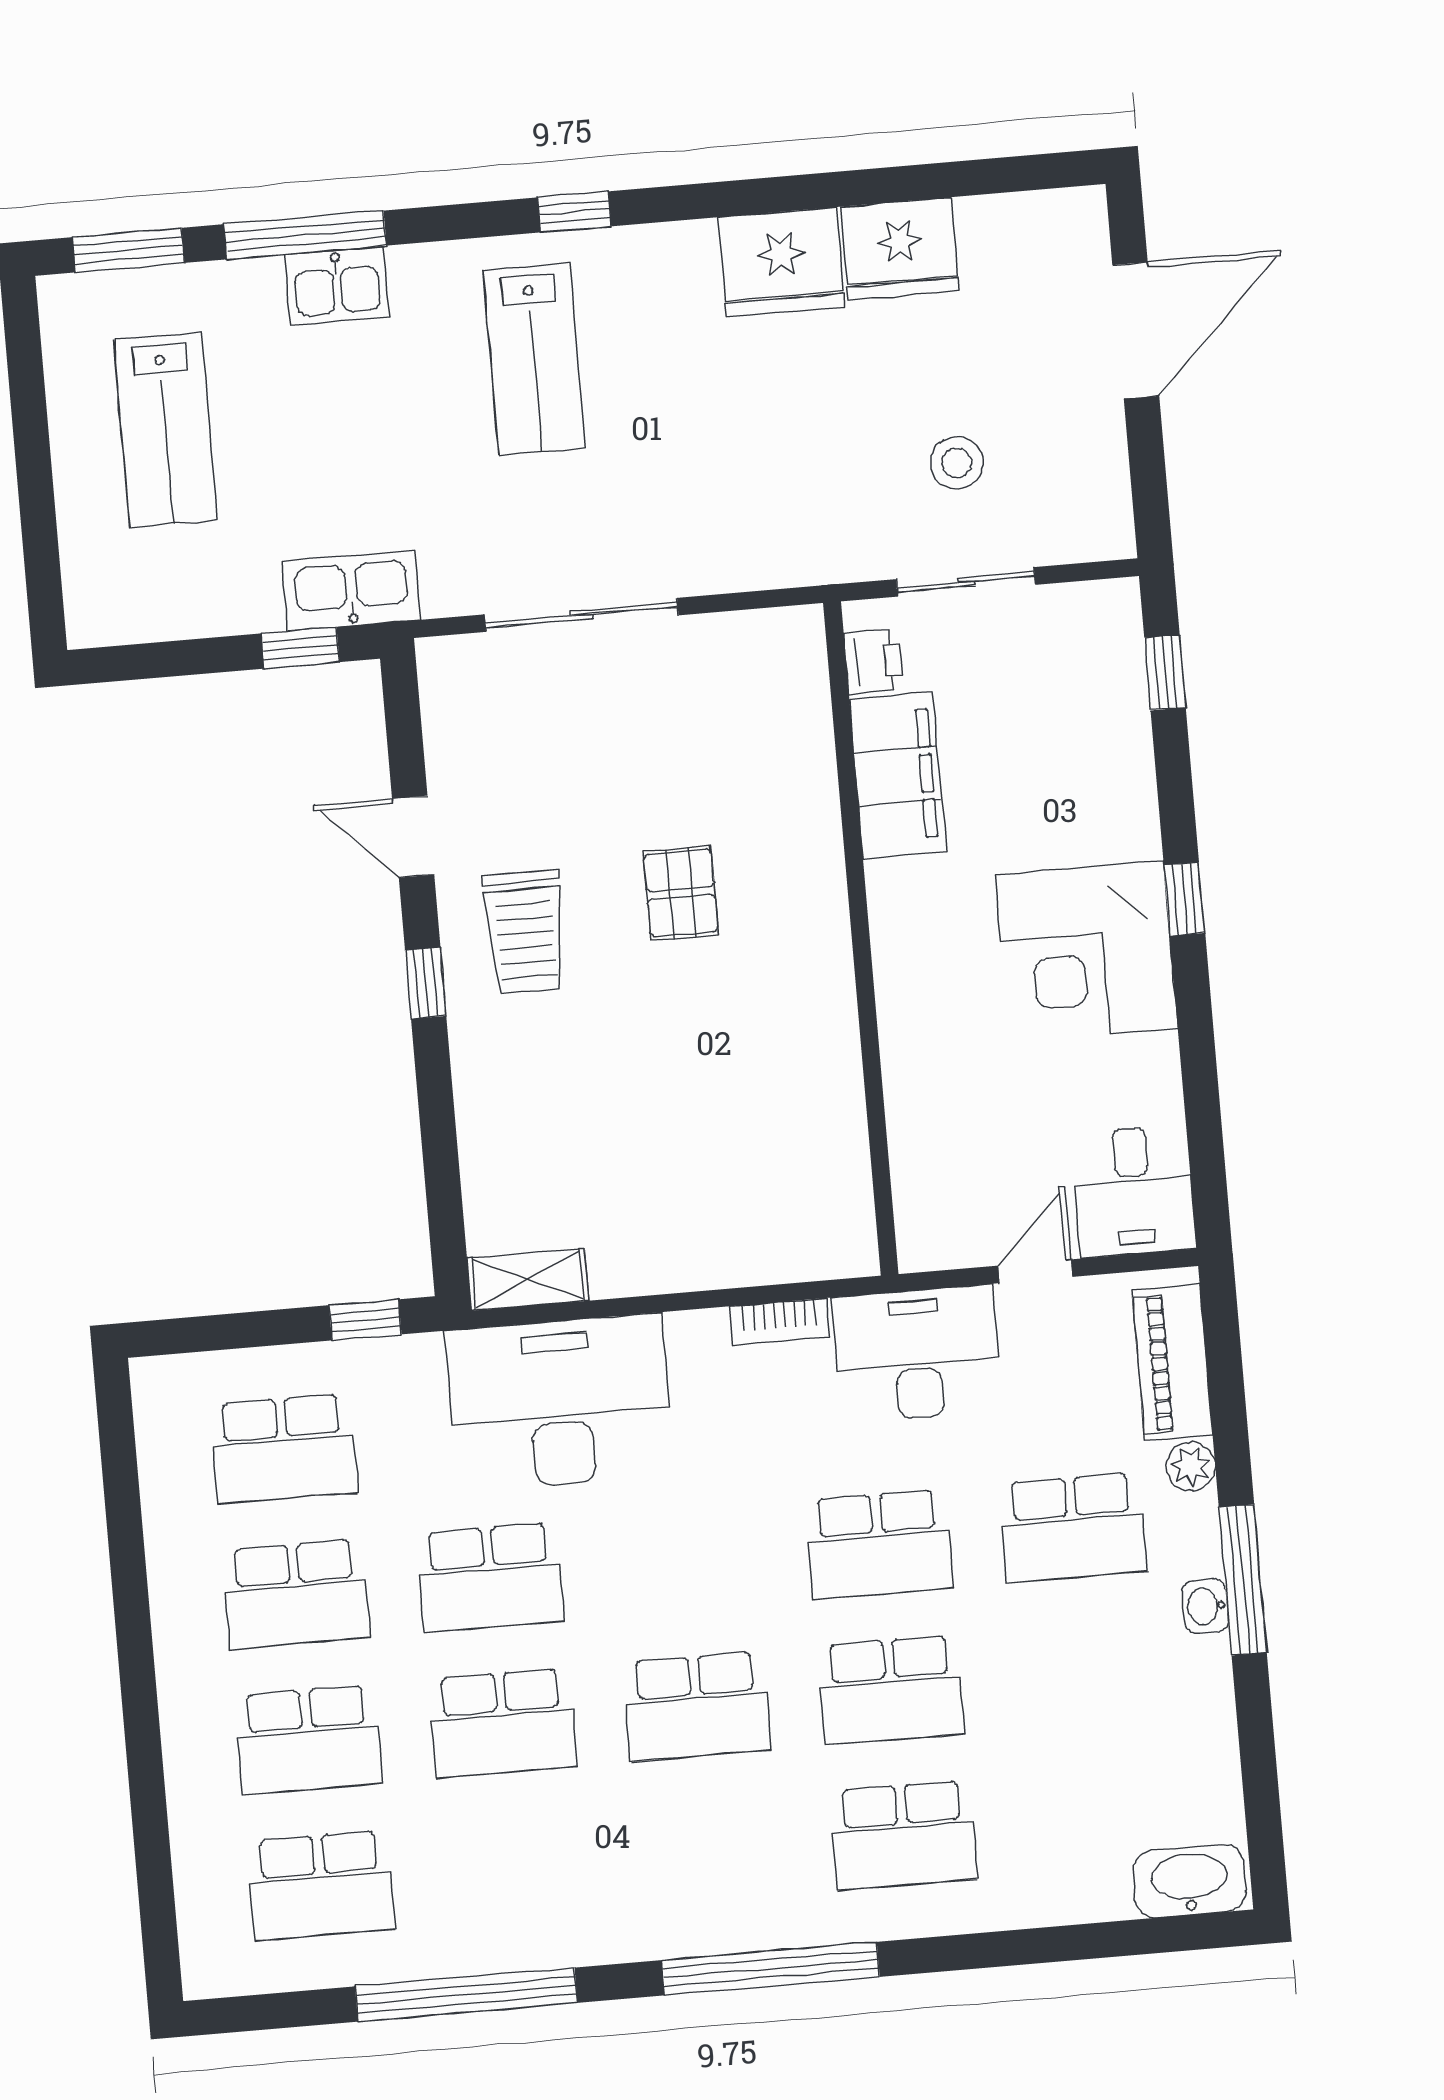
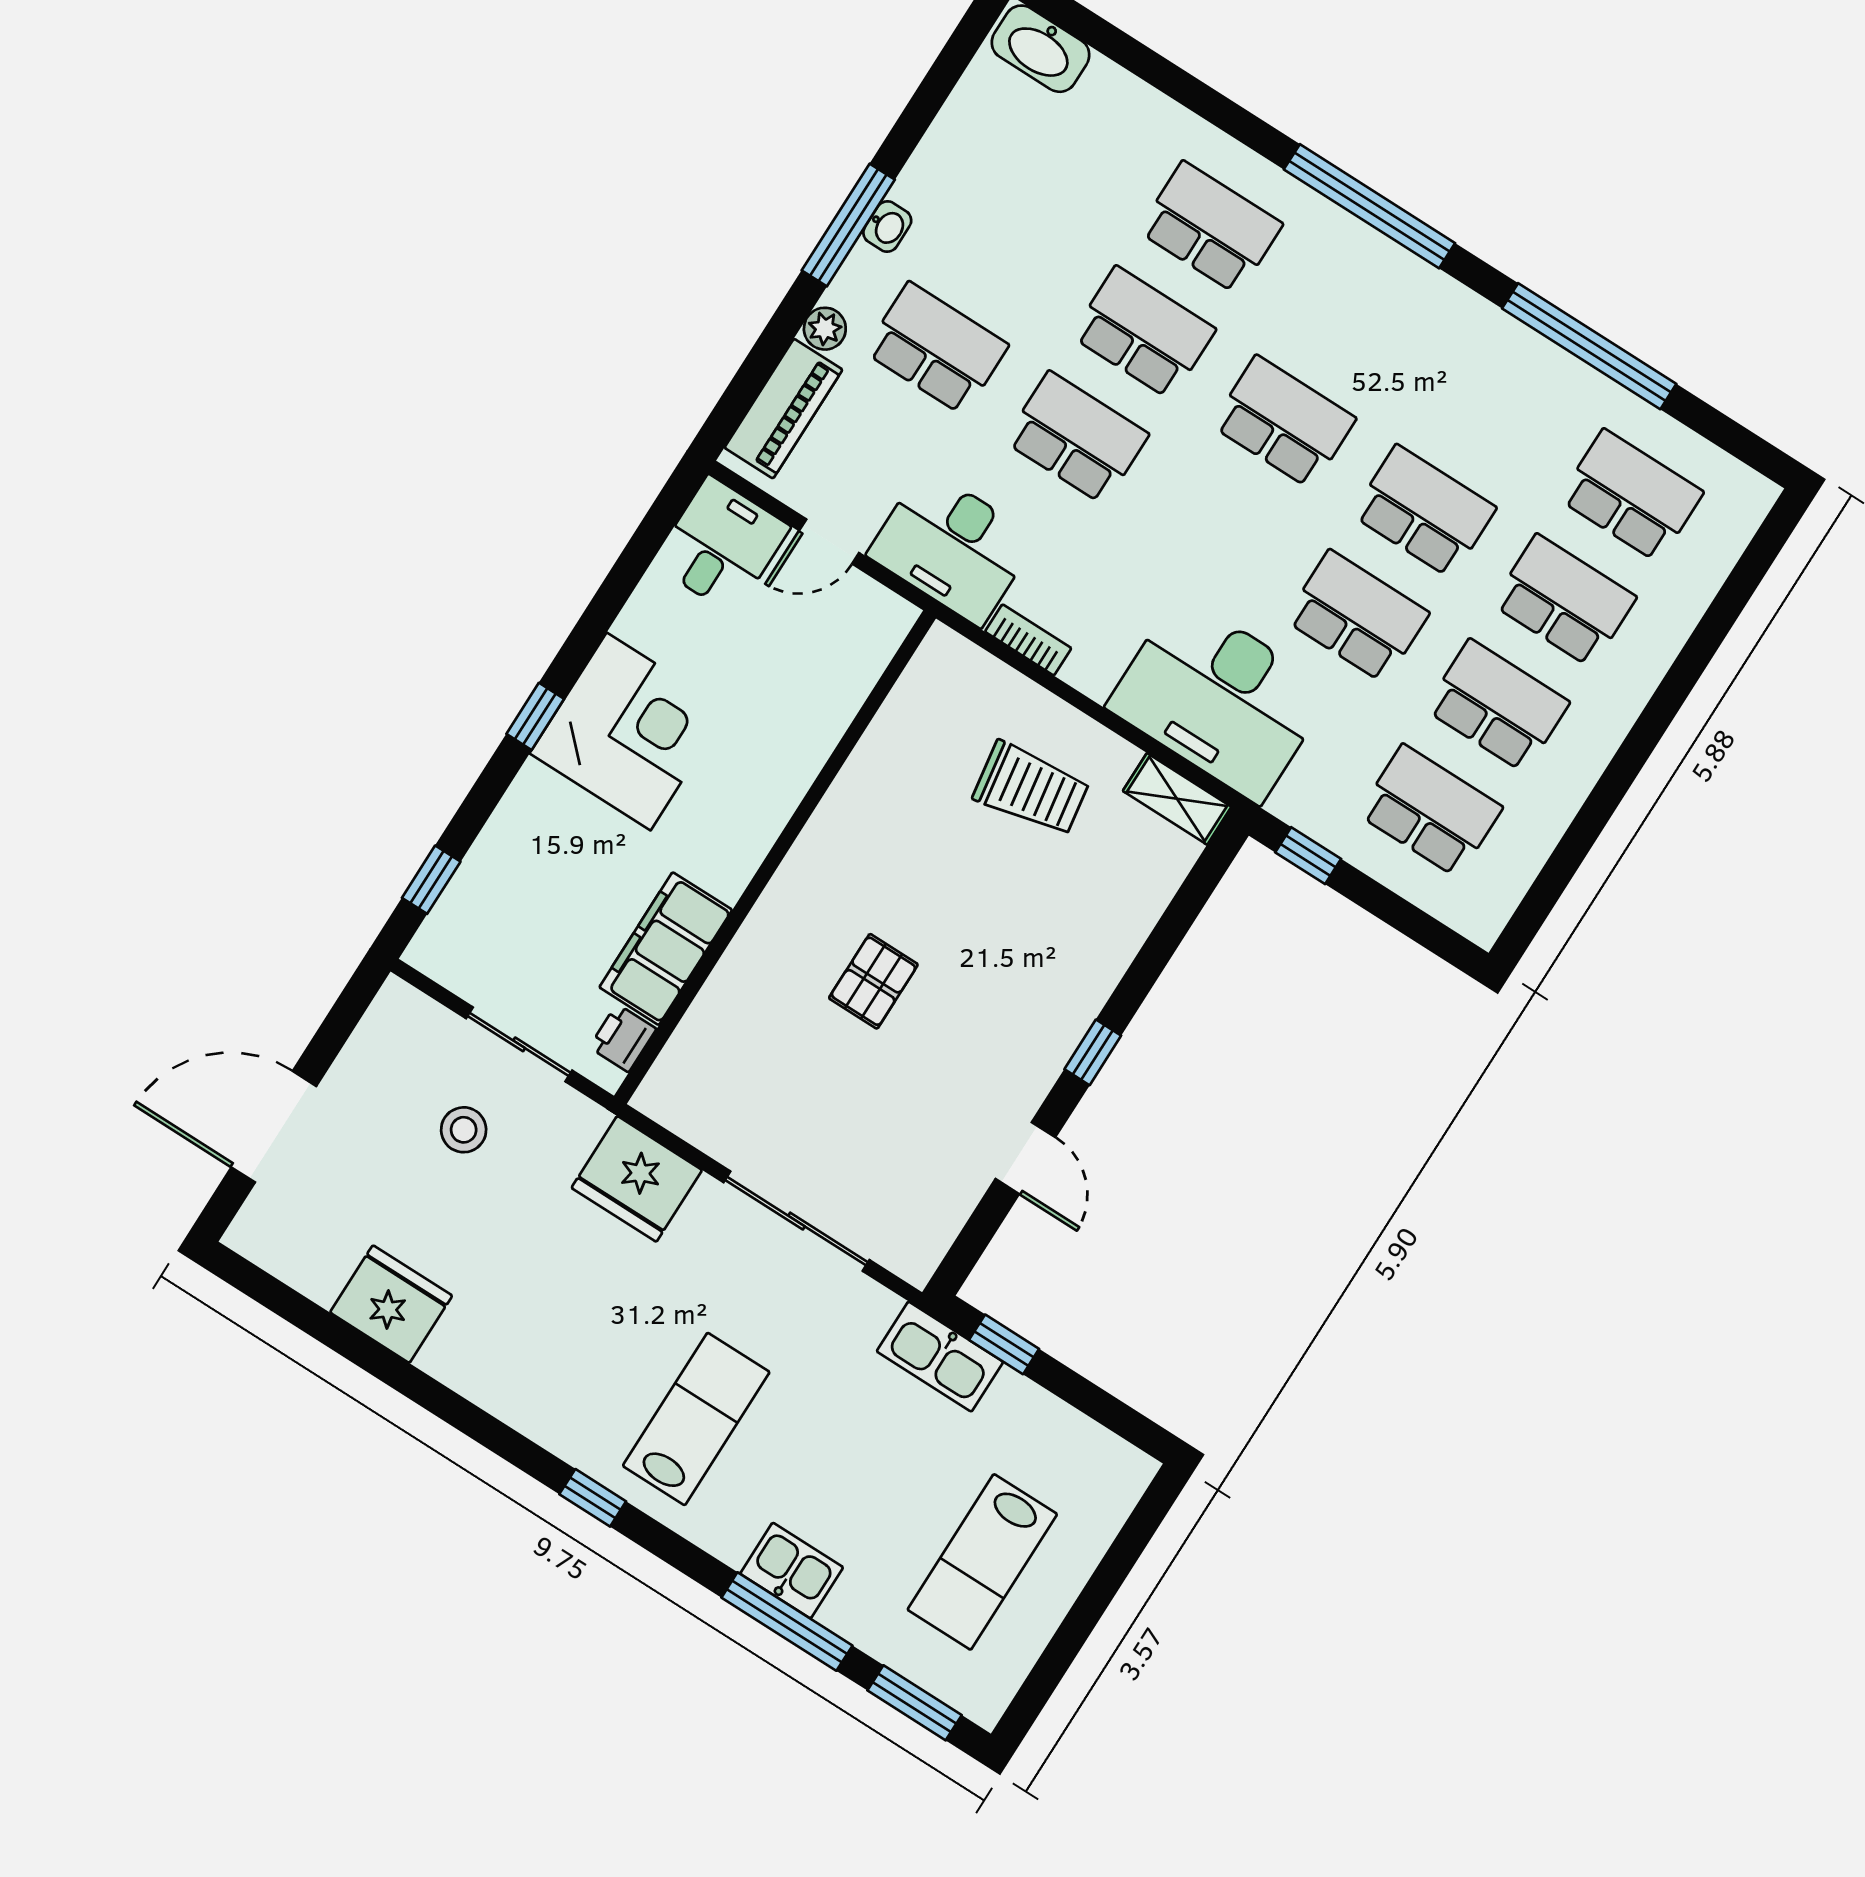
fridge: (781, 262) -> (637, 1179), moved, turned 180
lab bench: (166, 430) -> (982, 1562), turned 180
trolley: (525, 932) -> (1031, 789), moved, turned 81

